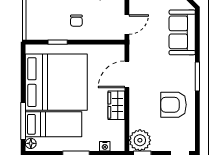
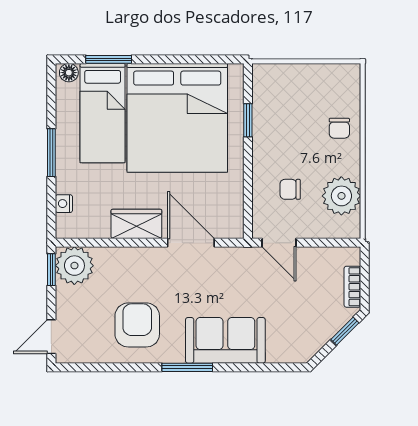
chair: (76, 21) -> (290, 189), moved
sofa: (182, 32) -> (225, 340), moved
window: (23, 121) -> (109, 59), width x0.69

